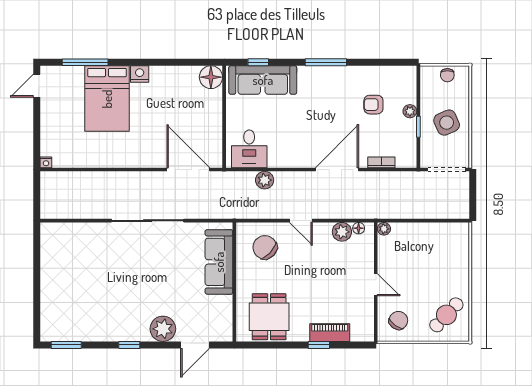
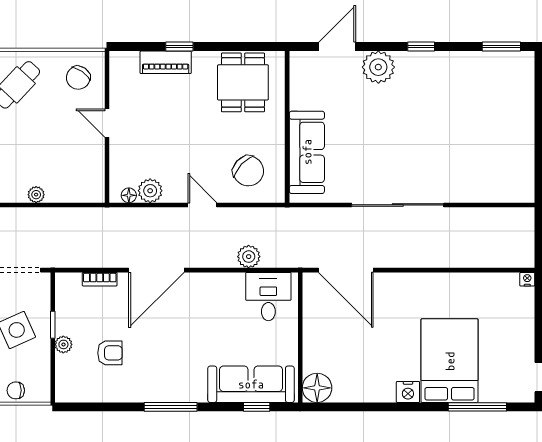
chair: (447, 75) -> (16, 390), turned -90
plant: (384, 229) -> (36, 195), moved

